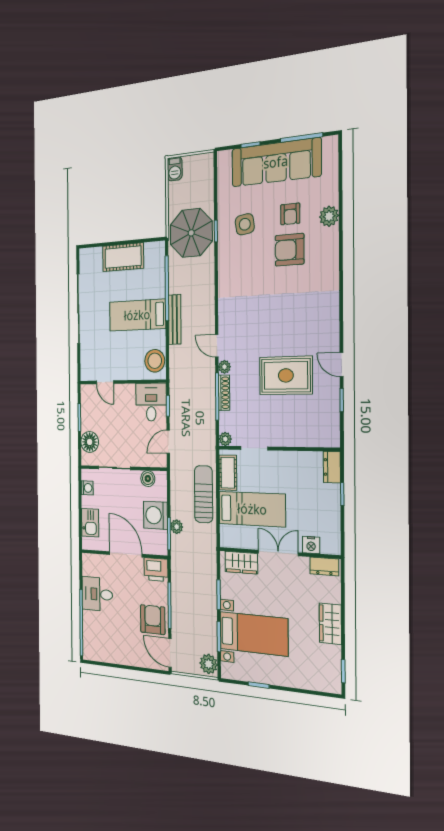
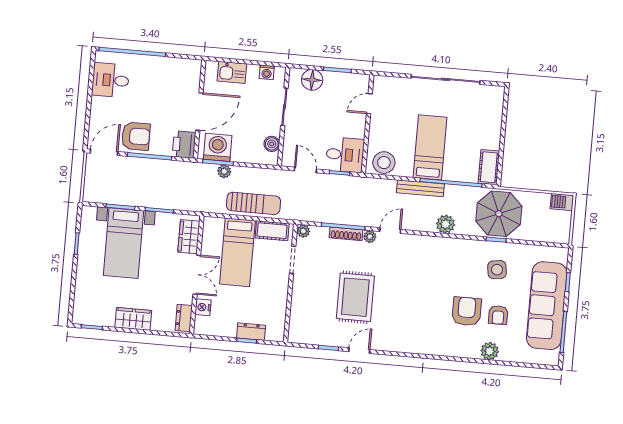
armchair: (290, 214) -> (498, 315), turned -90
cot: (123, 257) -> (489, 167), moved, width x0.73, depth x0.75
dresser: (332, 467) -> (251, 332), moved
washing machine: (155, 515) -> (218, 147), moved
desk: (97, 594) -> (111, 80), moved, turned -90
plant: (209, 664) -> (445, 224), moved

